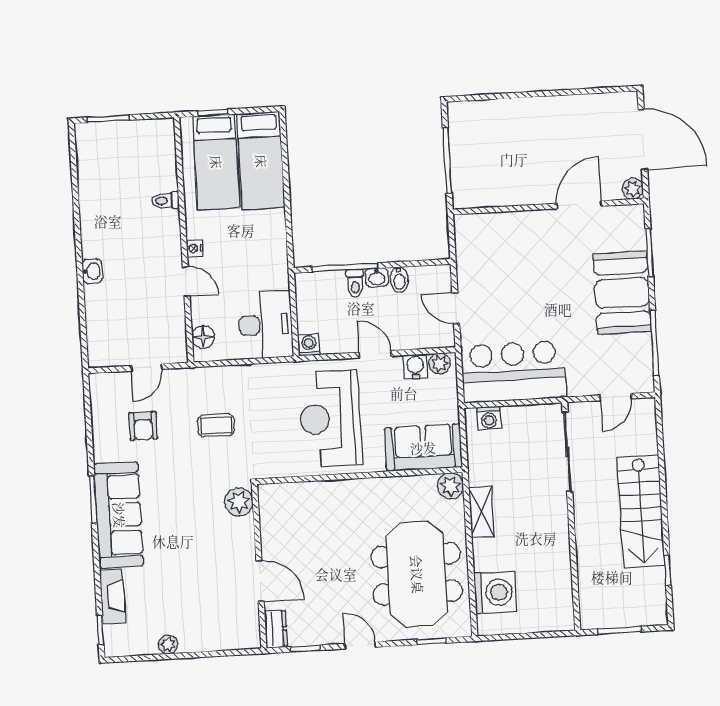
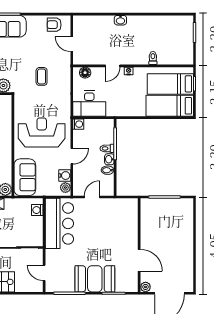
armchair: (143, 426) -> (54, 25), moved

